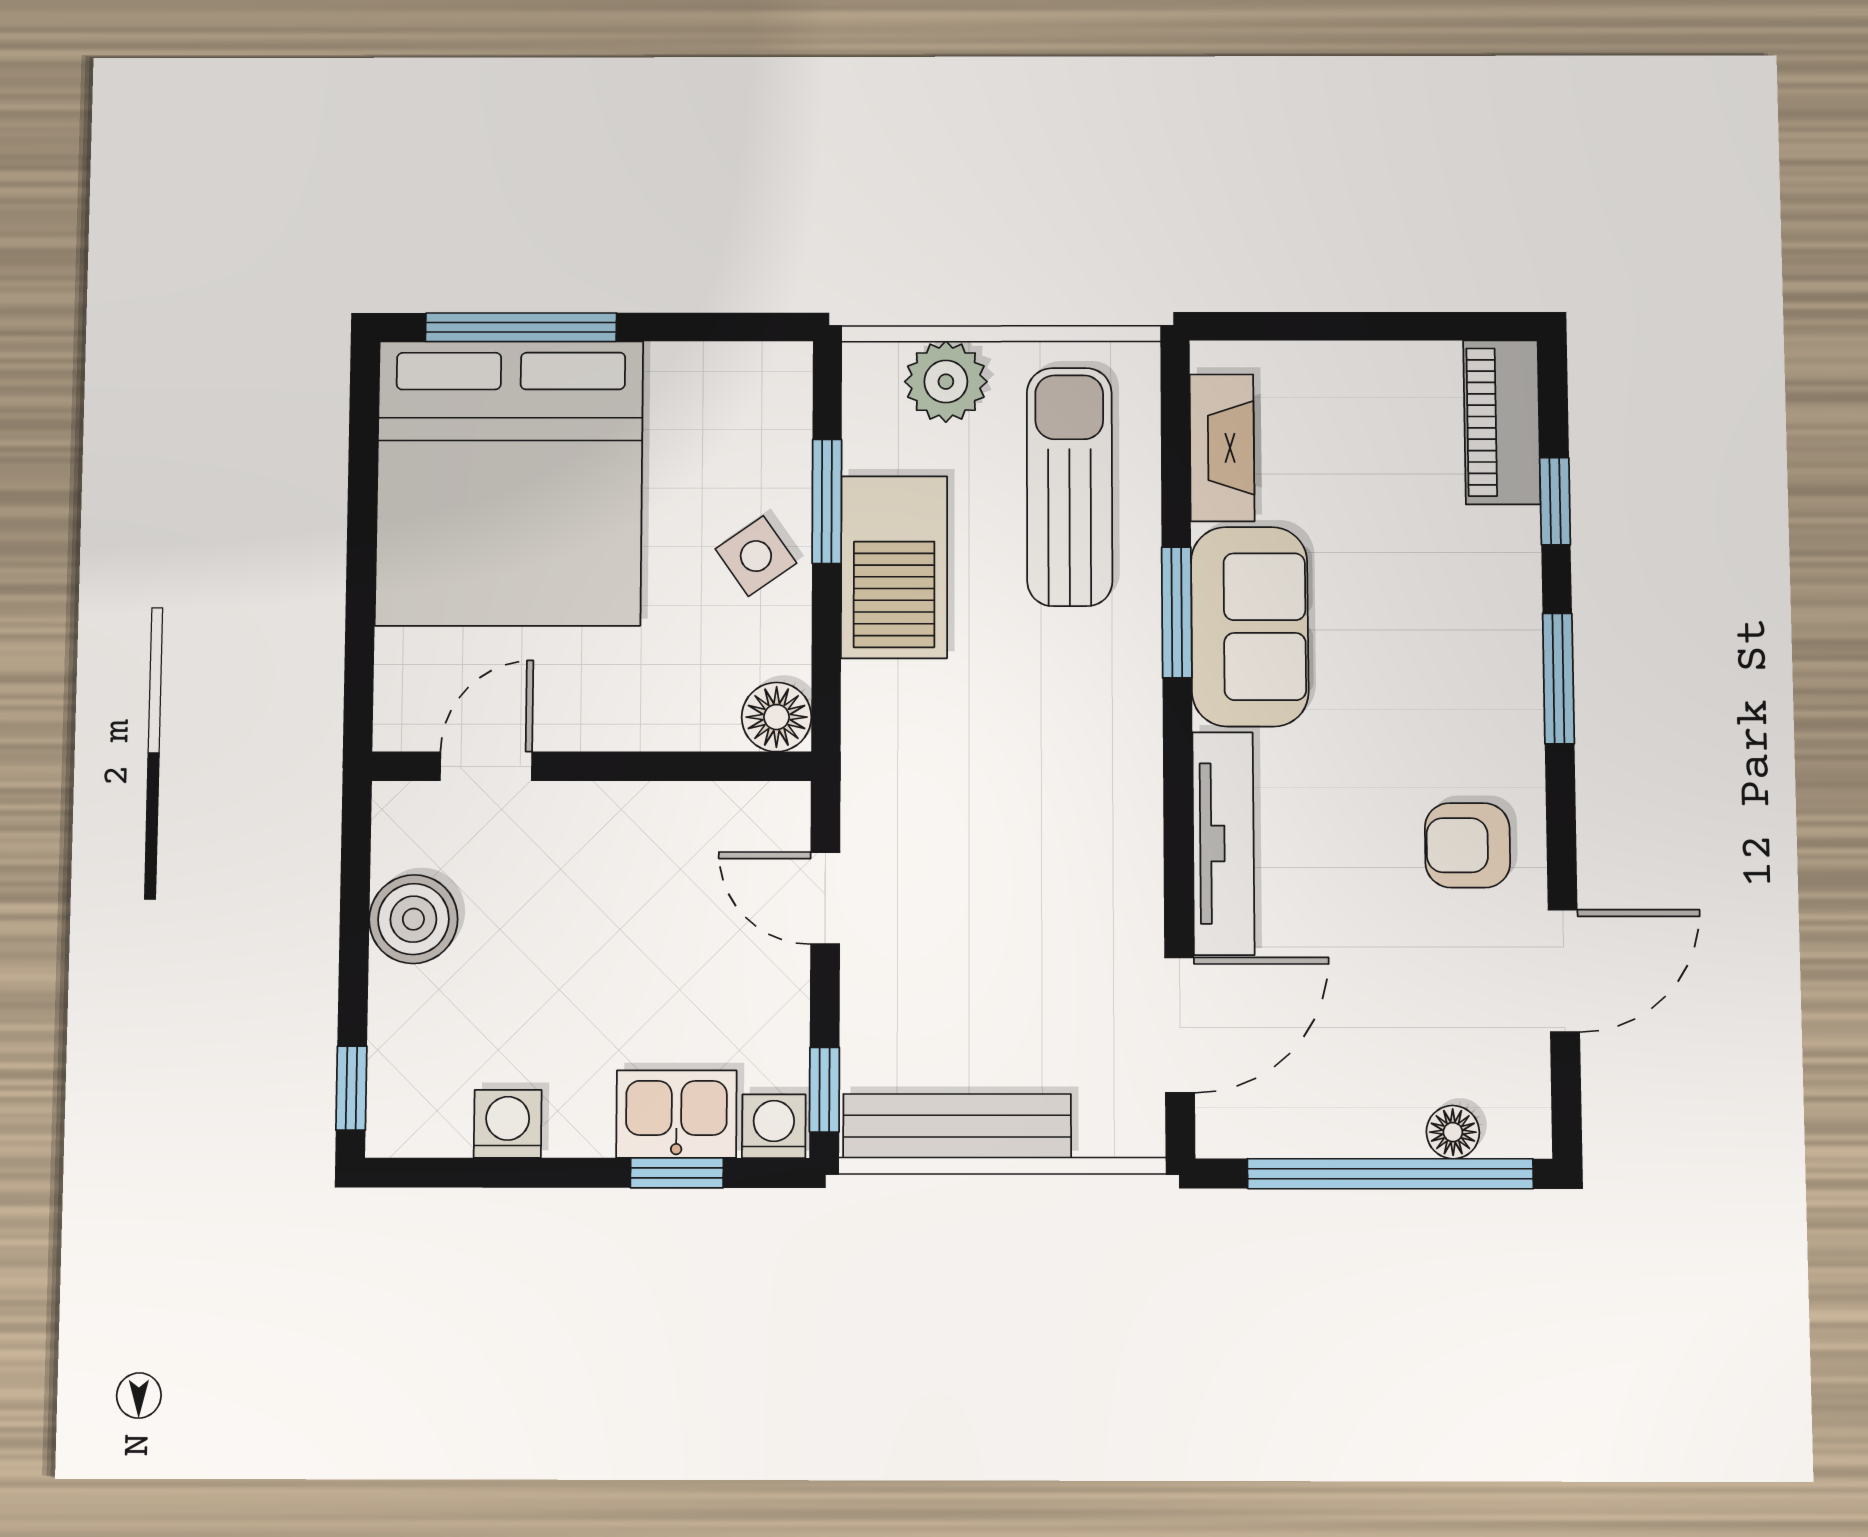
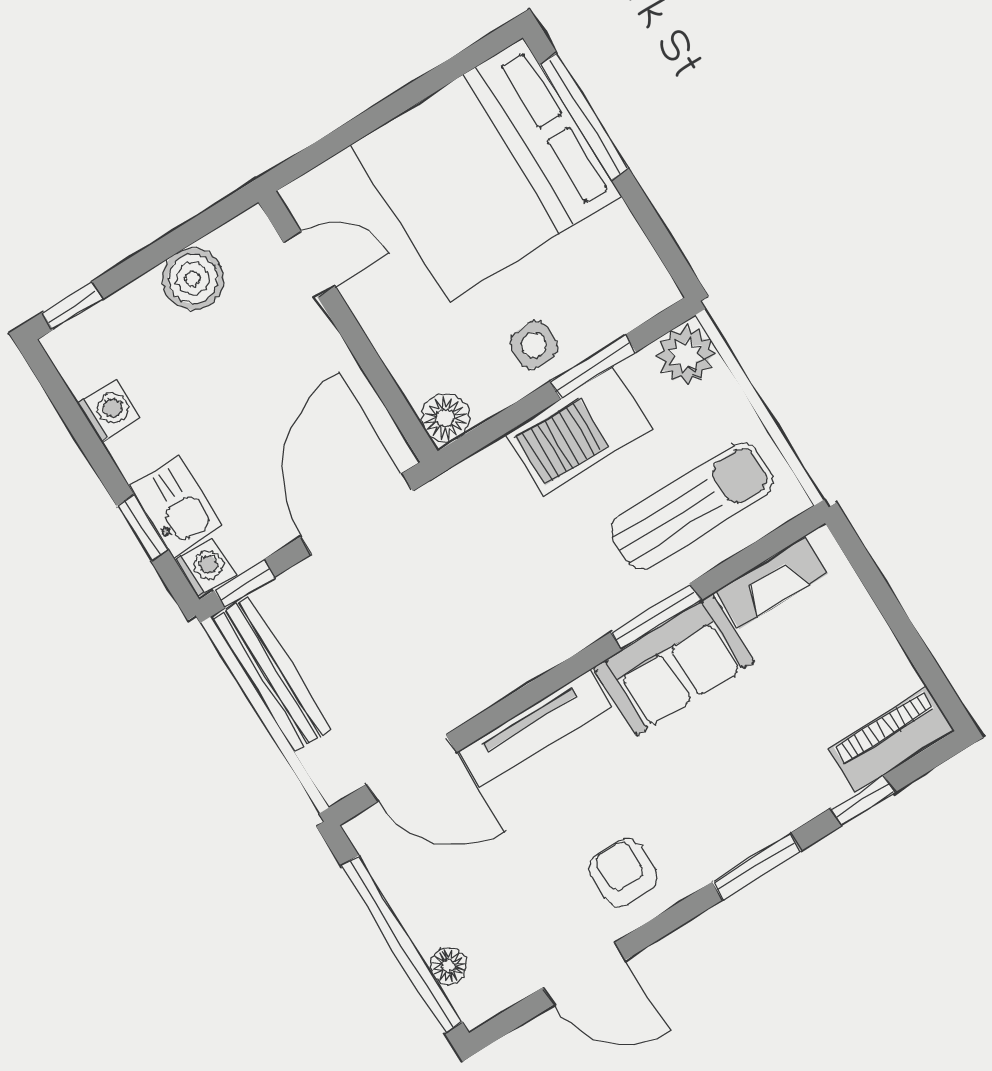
plant: (946, 382) -> (686, 355), moved
side table: (756, 556) -> (534, 345), turned 35
door: (825, 898) -> (357, 514), width x1.87

